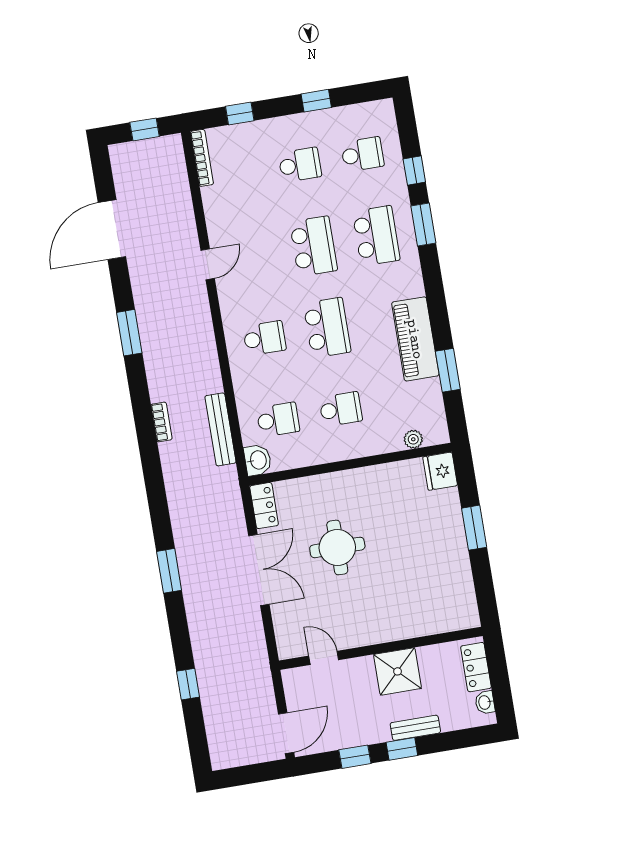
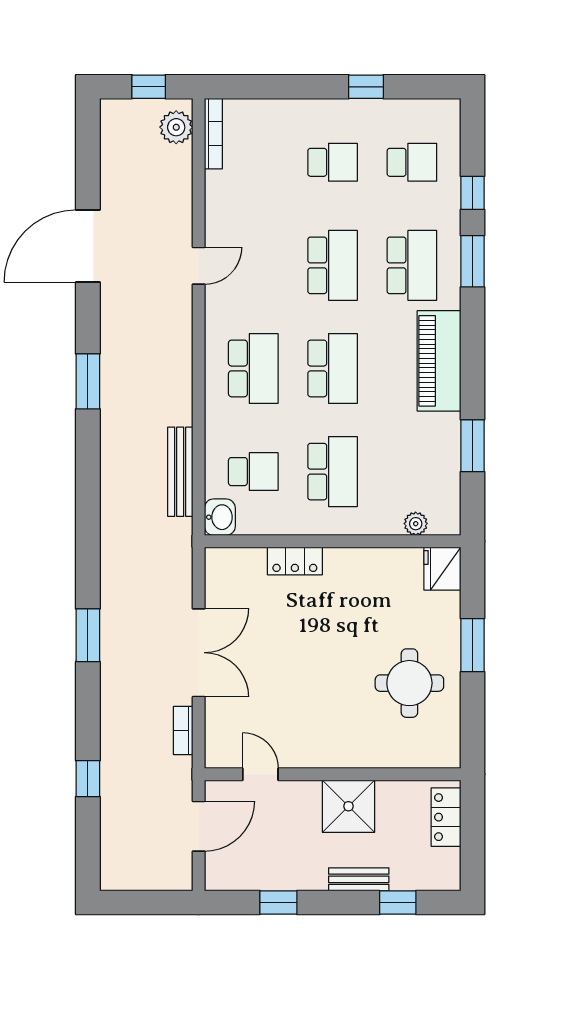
window: (240, 114) -> (269, 87), removed
plant: (172, 158) -> (176, 127), added
door: (112, 230) -> (88, 246), moved
window: (129, 333) -> (88, 381), moved
school desk: (264, 338) -> (253, 368), width x1.85
piano: (415, 339) -> (439, 361), moved
school desk: (341, 409) -> (333, 472), width x1.85
bookcase: (161, 422) -> (183, 731), moved, turned 180
locker: (264, 506) -> (295, 561), moved, turned 90
round table: (337, 547) -> (409, 683), moved
washbasin: (485, 702) -> (450, 862), removed
door: (286, 733) -> (199, 826), moved
window: (402, 749) -> (398, 902), moved

